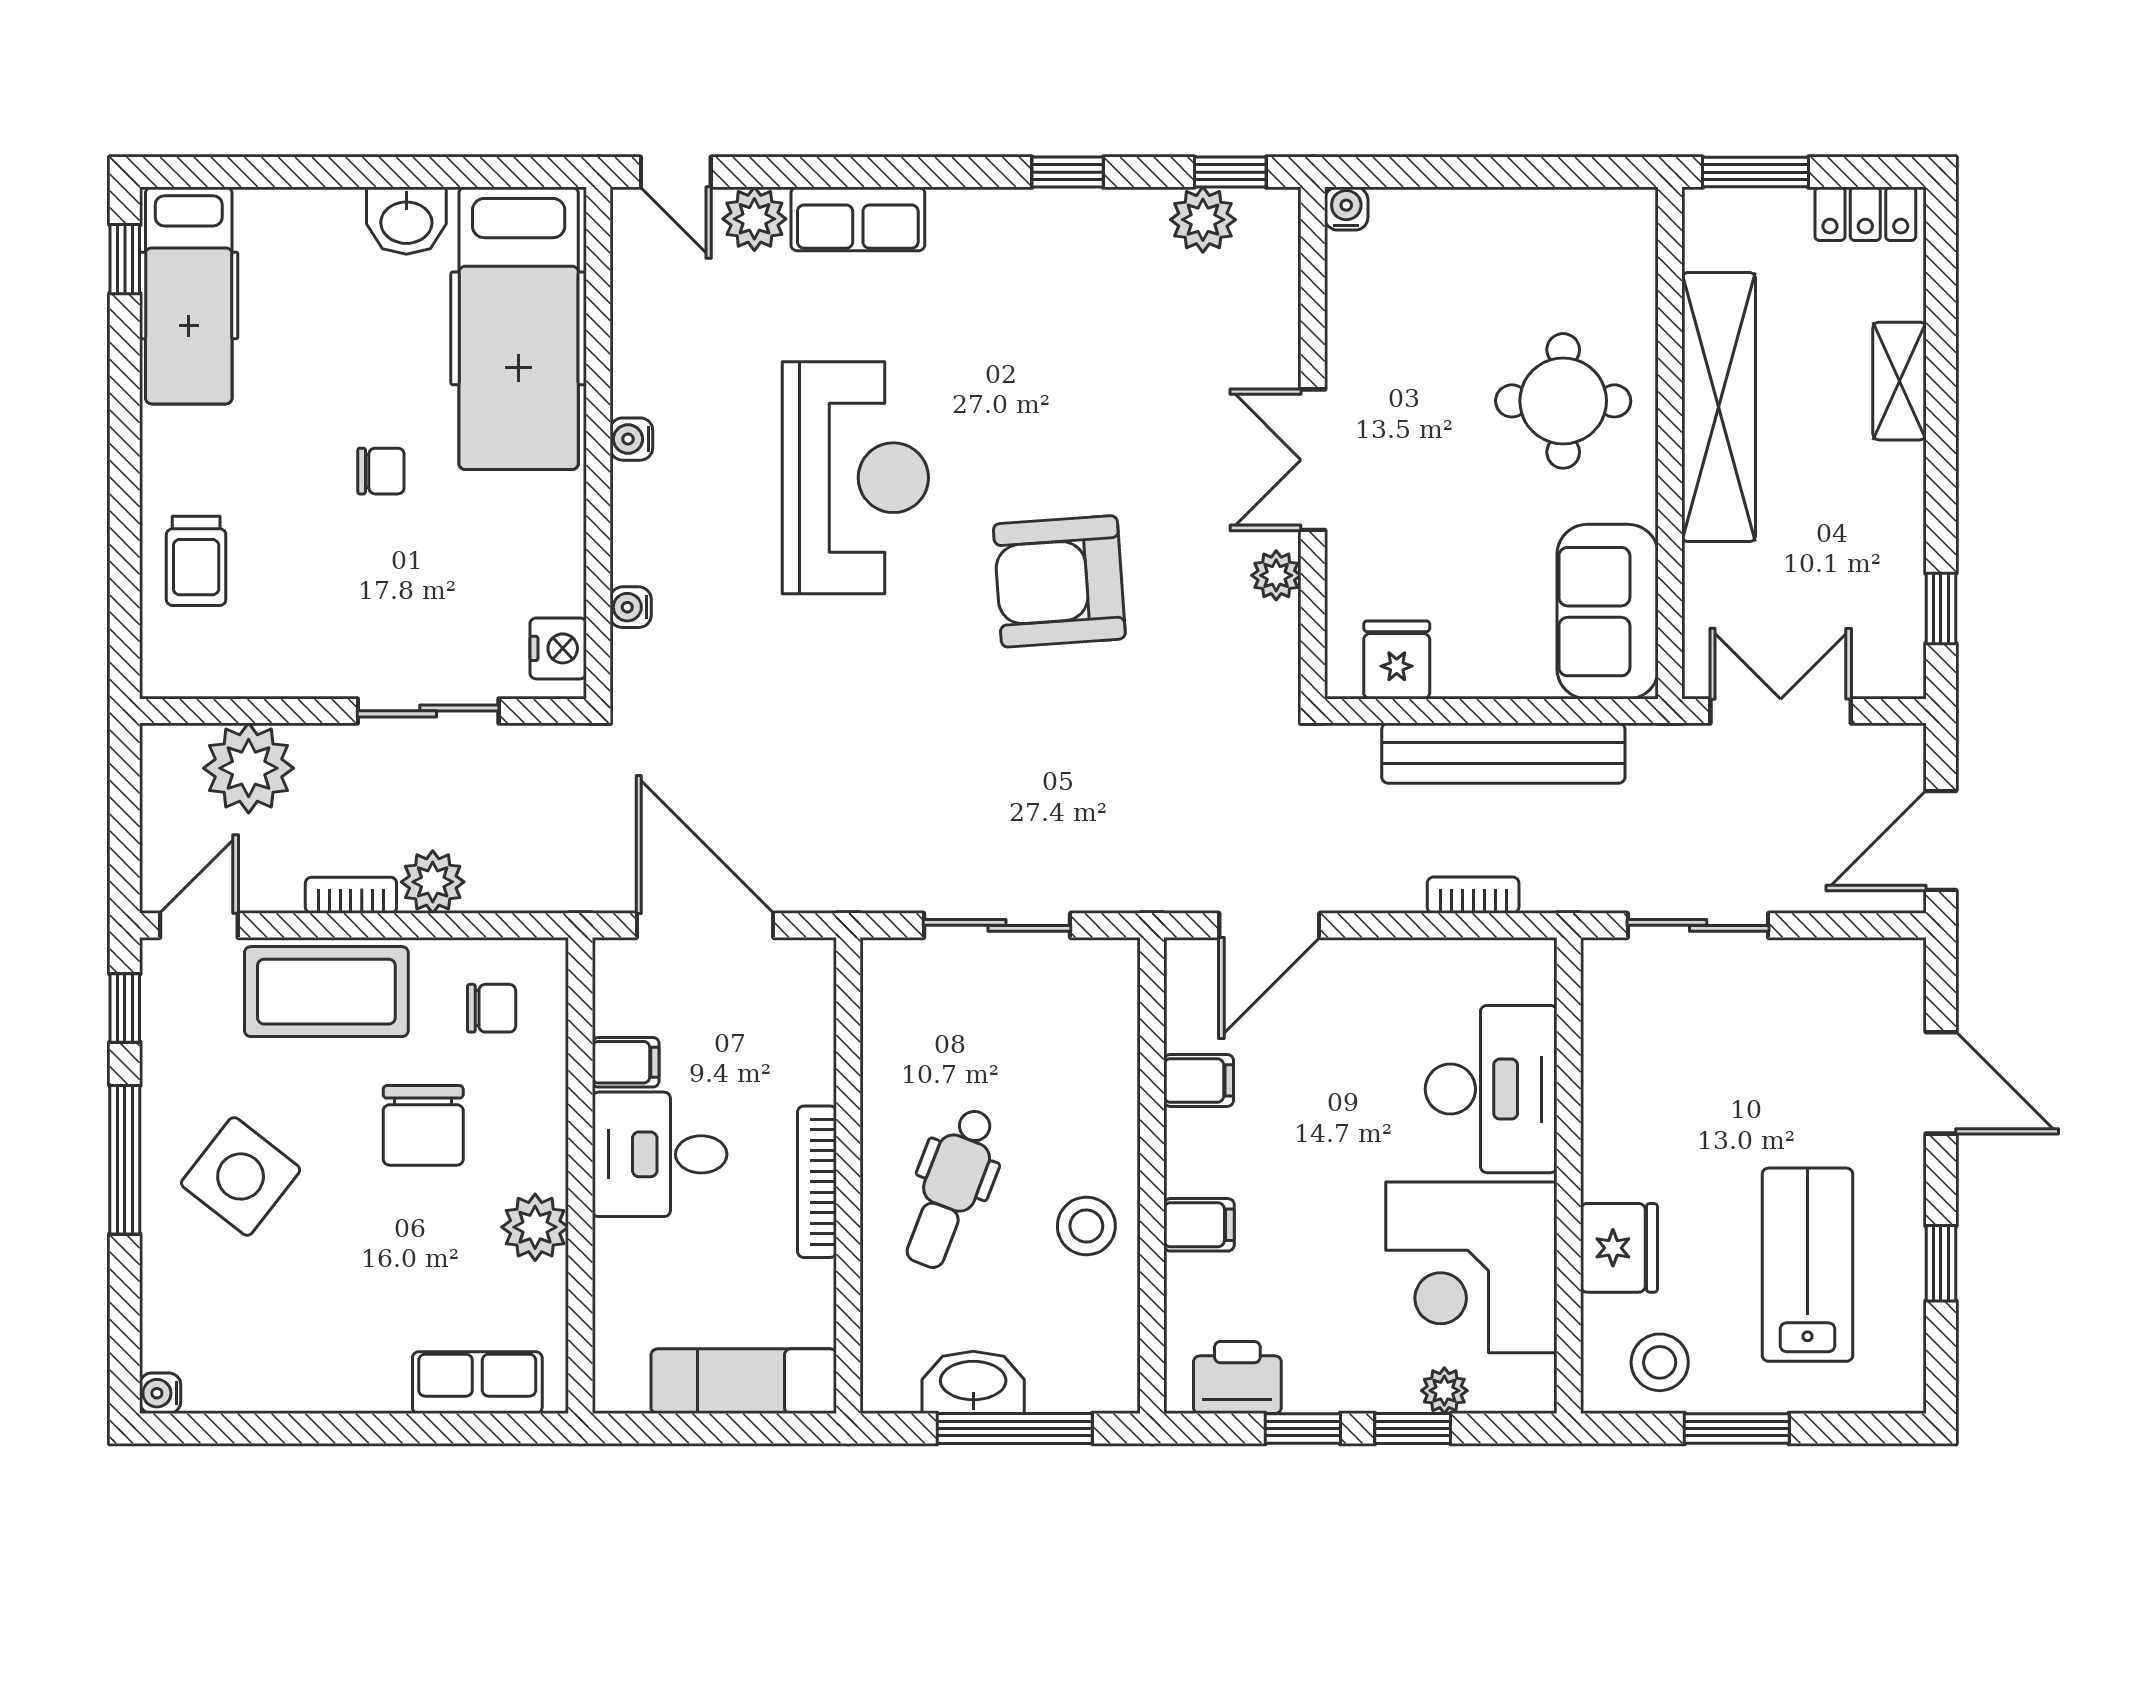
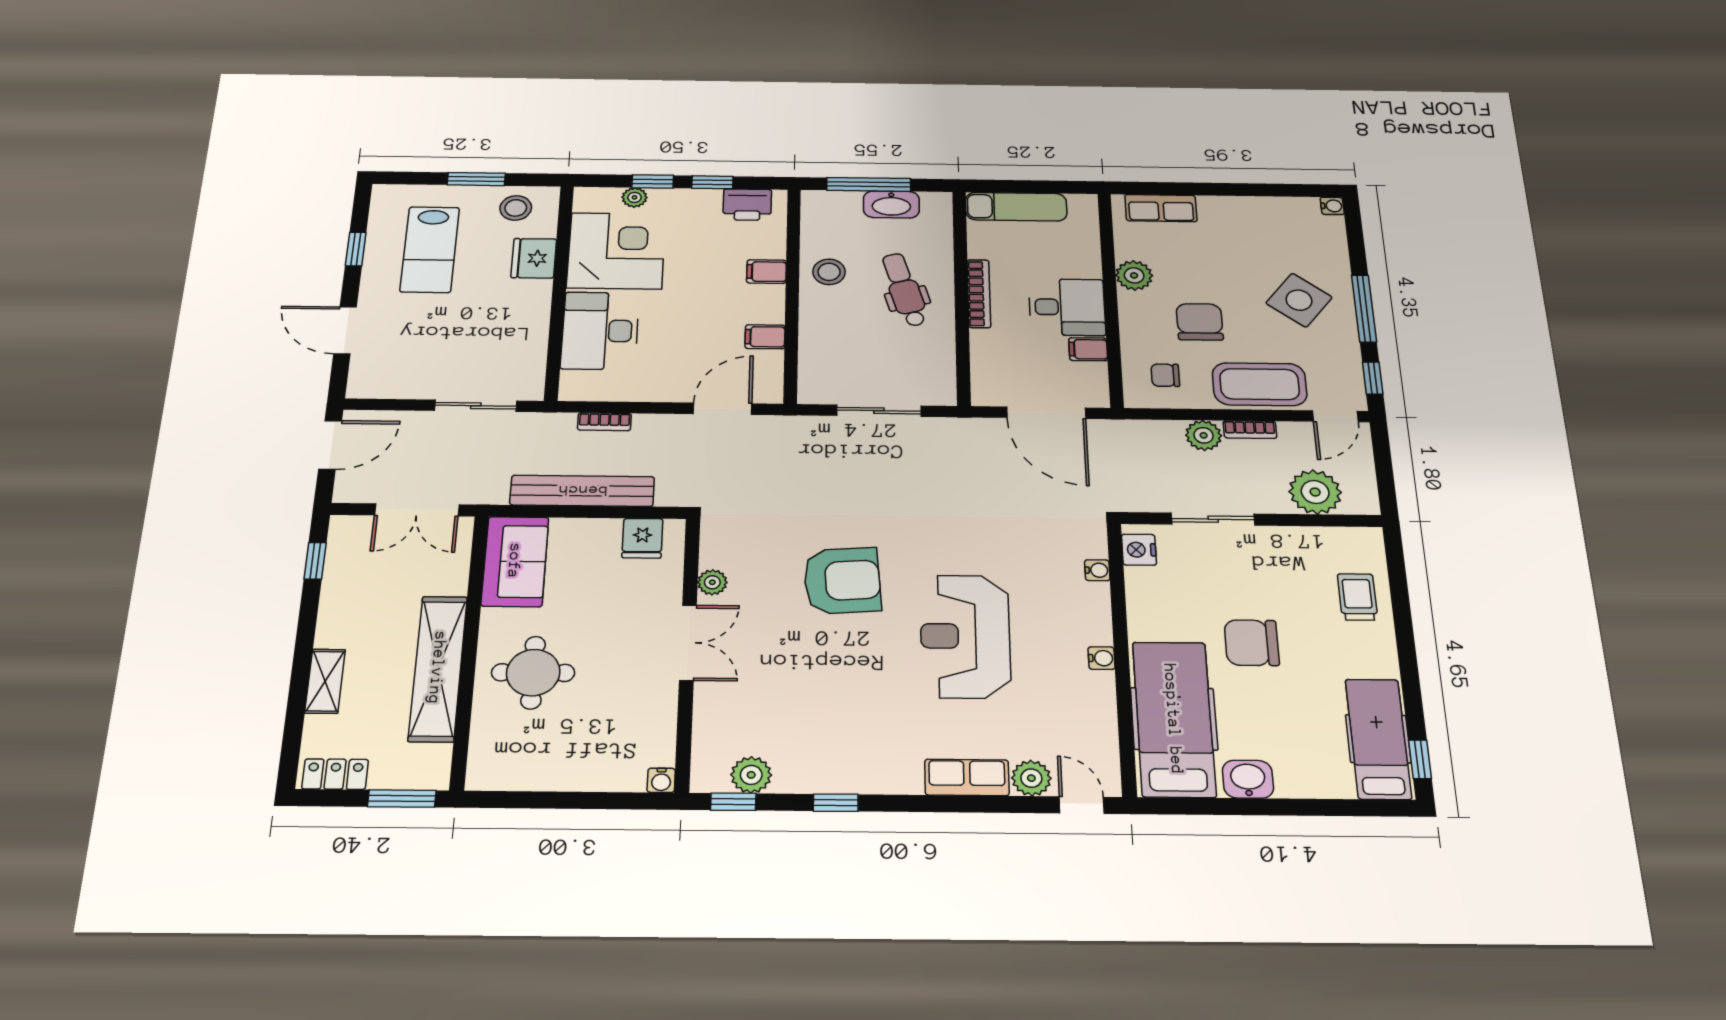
chair: (381, 471) -> (1252, 643), width x1.87, depth x1.87
dental chair: (951, 1188) -> (904, 290), turned -37

